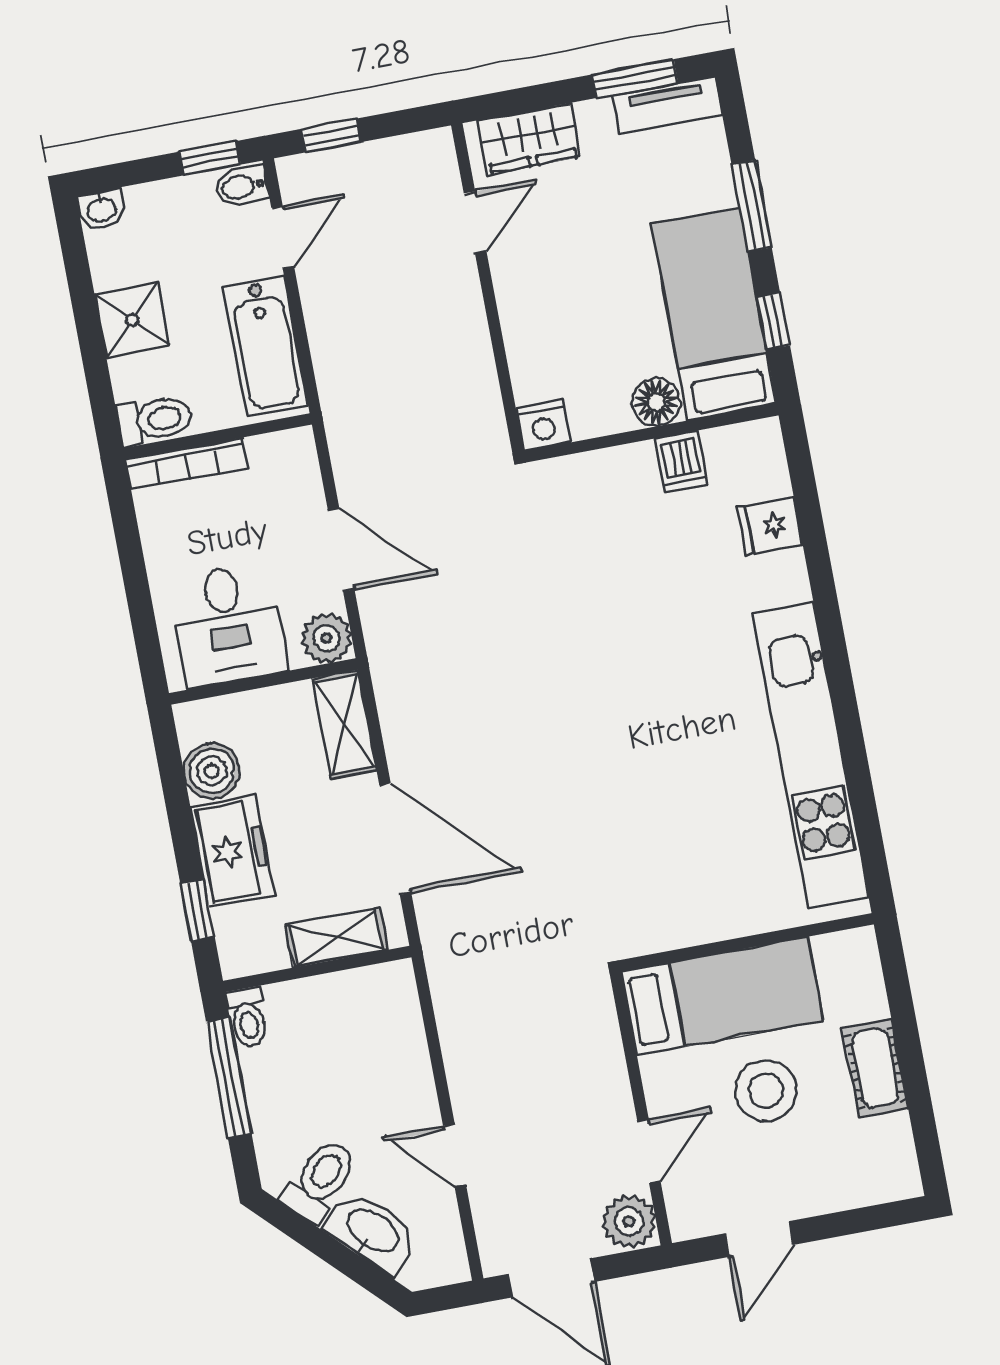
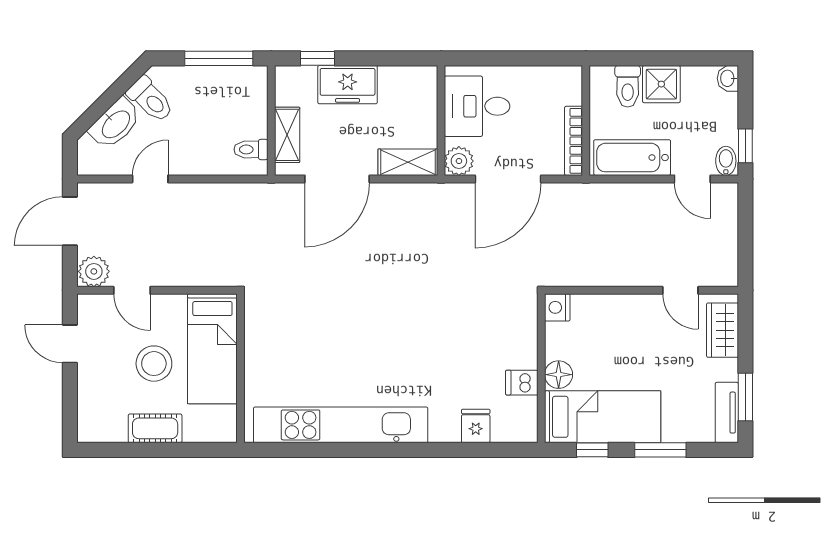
window: (331, 136) -> (745, 217), removed
toilet: (155, 420) -> (628, 86), moved
bookcase: (187, 463) -> (574, 141), moved
door: (341, 549) -> (508, 179), width x1.36
boiler: (212, 771) -> (396, 81), removed
toilet: (248, 1017) -> (251, 149), moved

